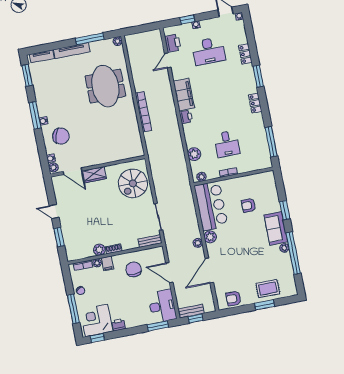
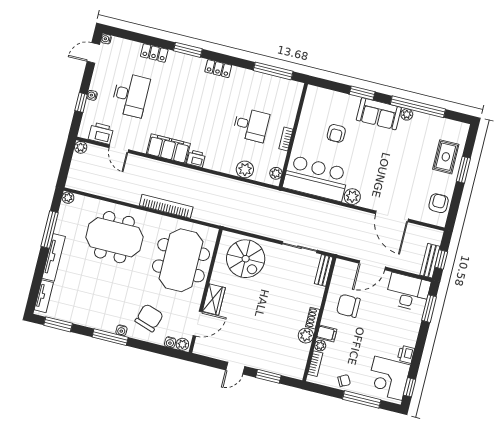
meeting table: (111, 139) -> (181, 260), added
plant: (198, 243) -> (81, 147), moved
armchair: (233, 299) -> (439, 203), turned 180

